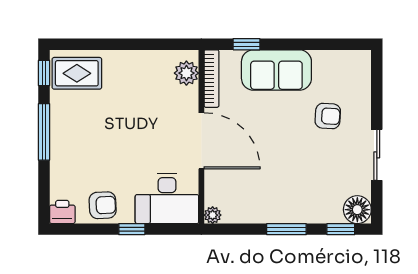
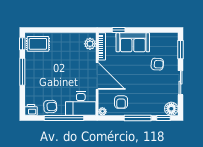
window: (377, 85) -> (181, 50), added
armchair: (252, 196) -> (121, 102), added
window: (132, 229) -> (64, 118), width x3.17
window: (286, 229) -> (138, 118), width x1.44

